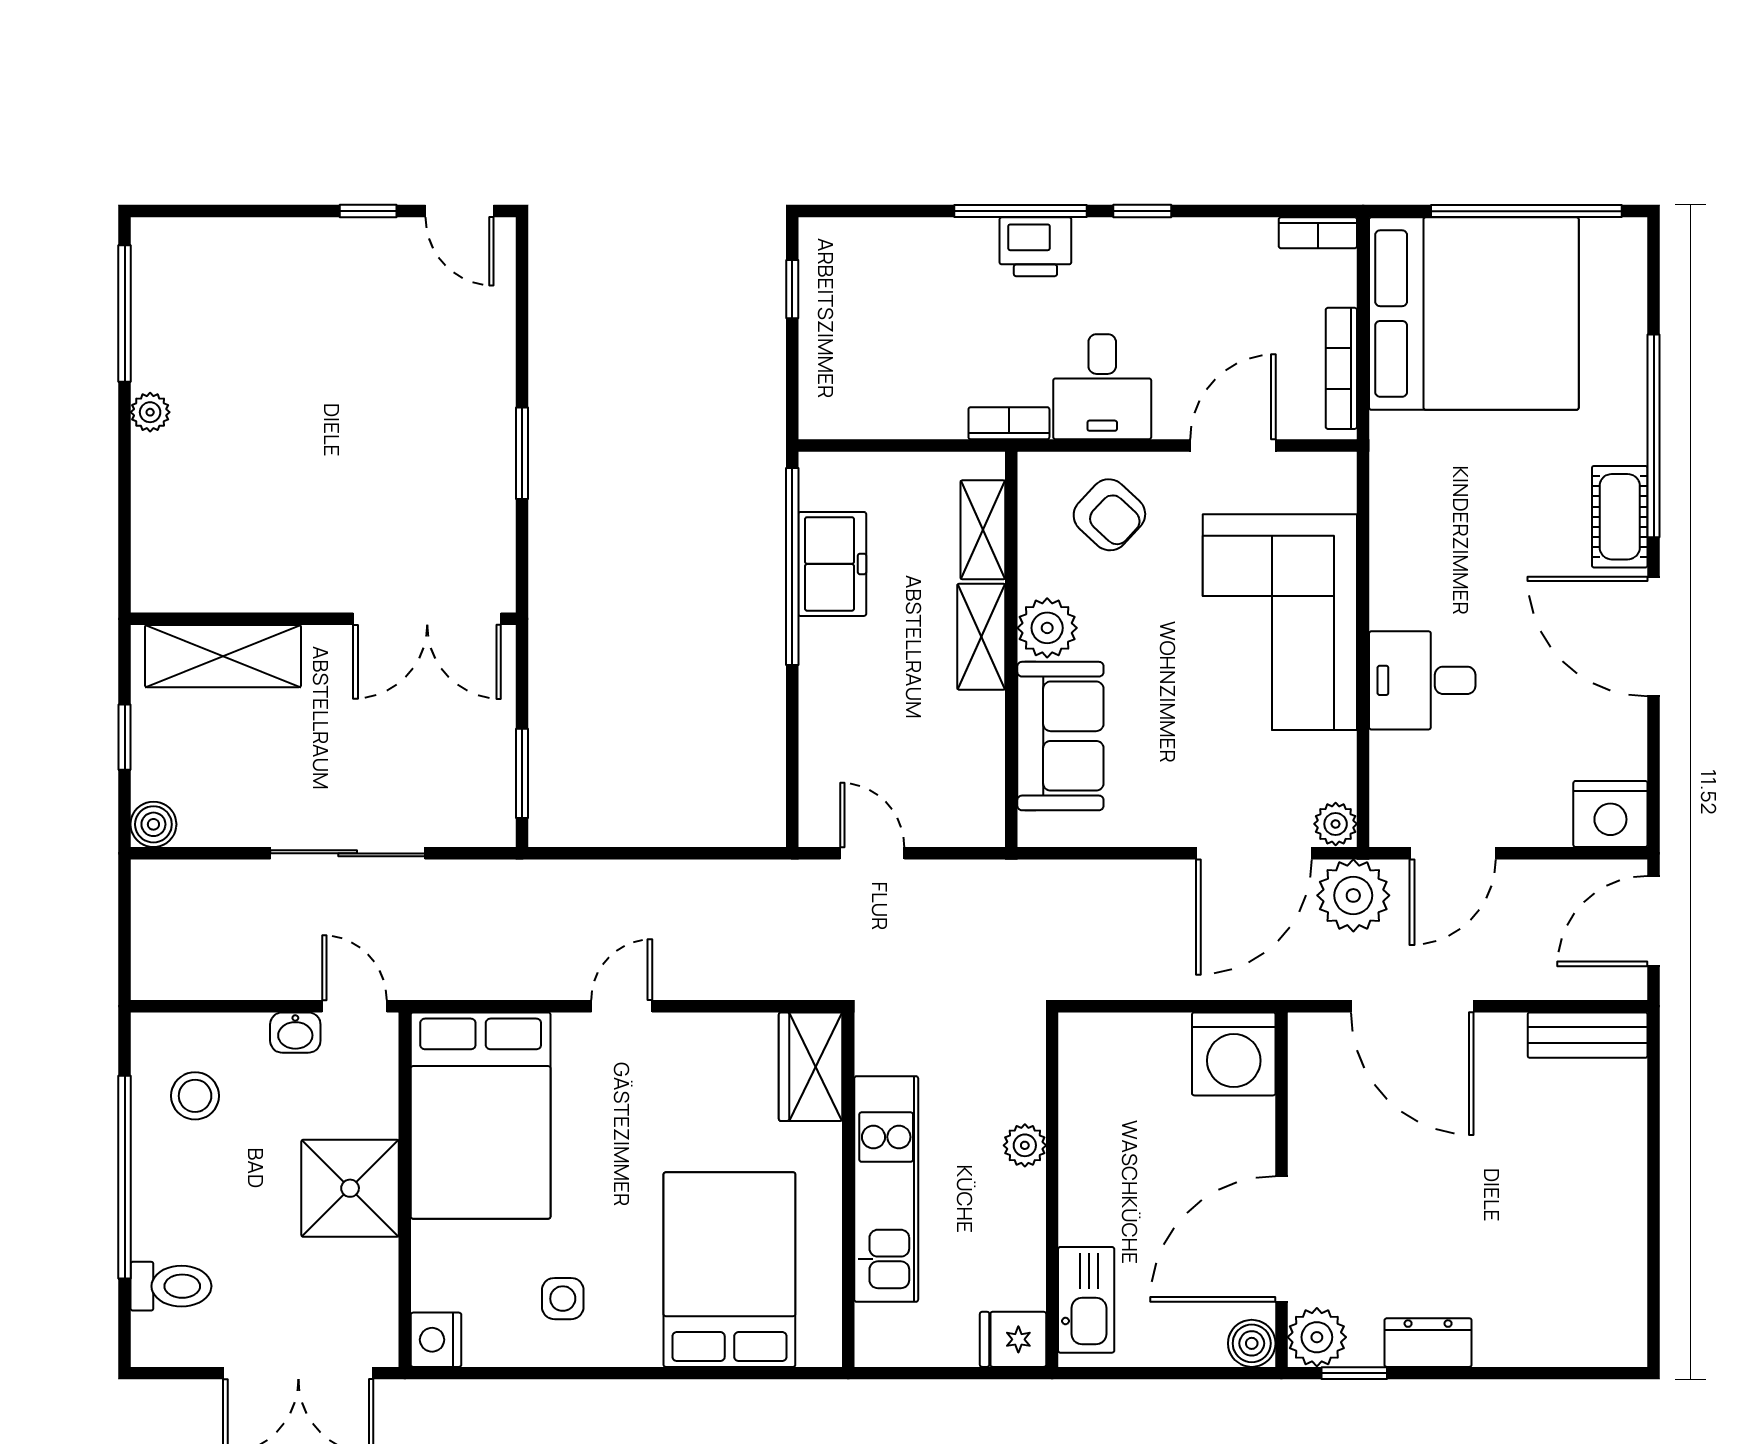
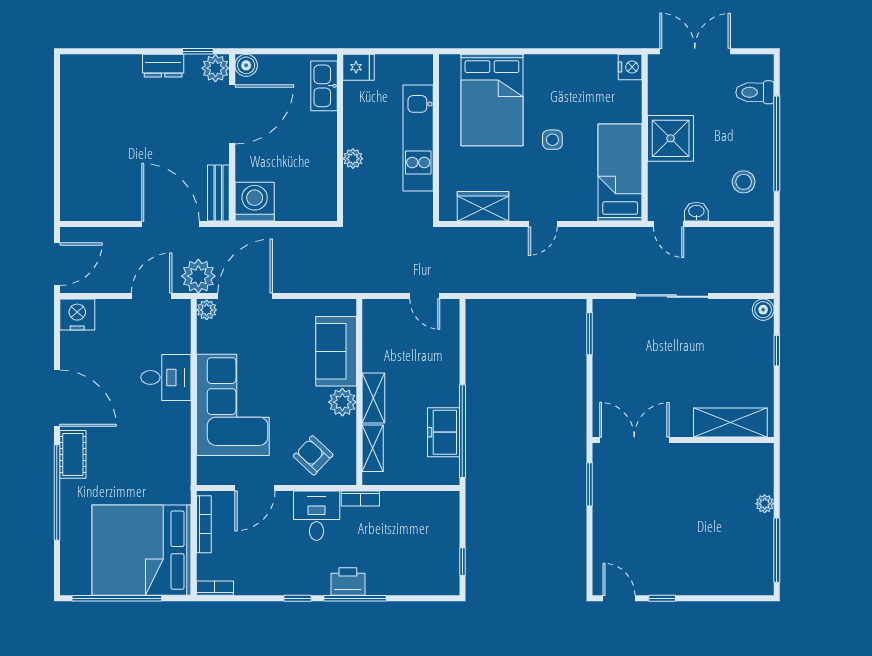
wall: (323, 619) -> (683, 440), moved
double door: (427, 619) -> (634, 440), moved
shelving: (223, 656) -> (730, 422), moved
bench: (1588, 1035) -> (218, 193), moved, turned 90
wardrobe: (811, 1067) -> (483, 206), moved, turned -90
bed: (481, 1116) -> (620, 173), width x0.67
side table: (563, 1299) -> (552, 140), moved

